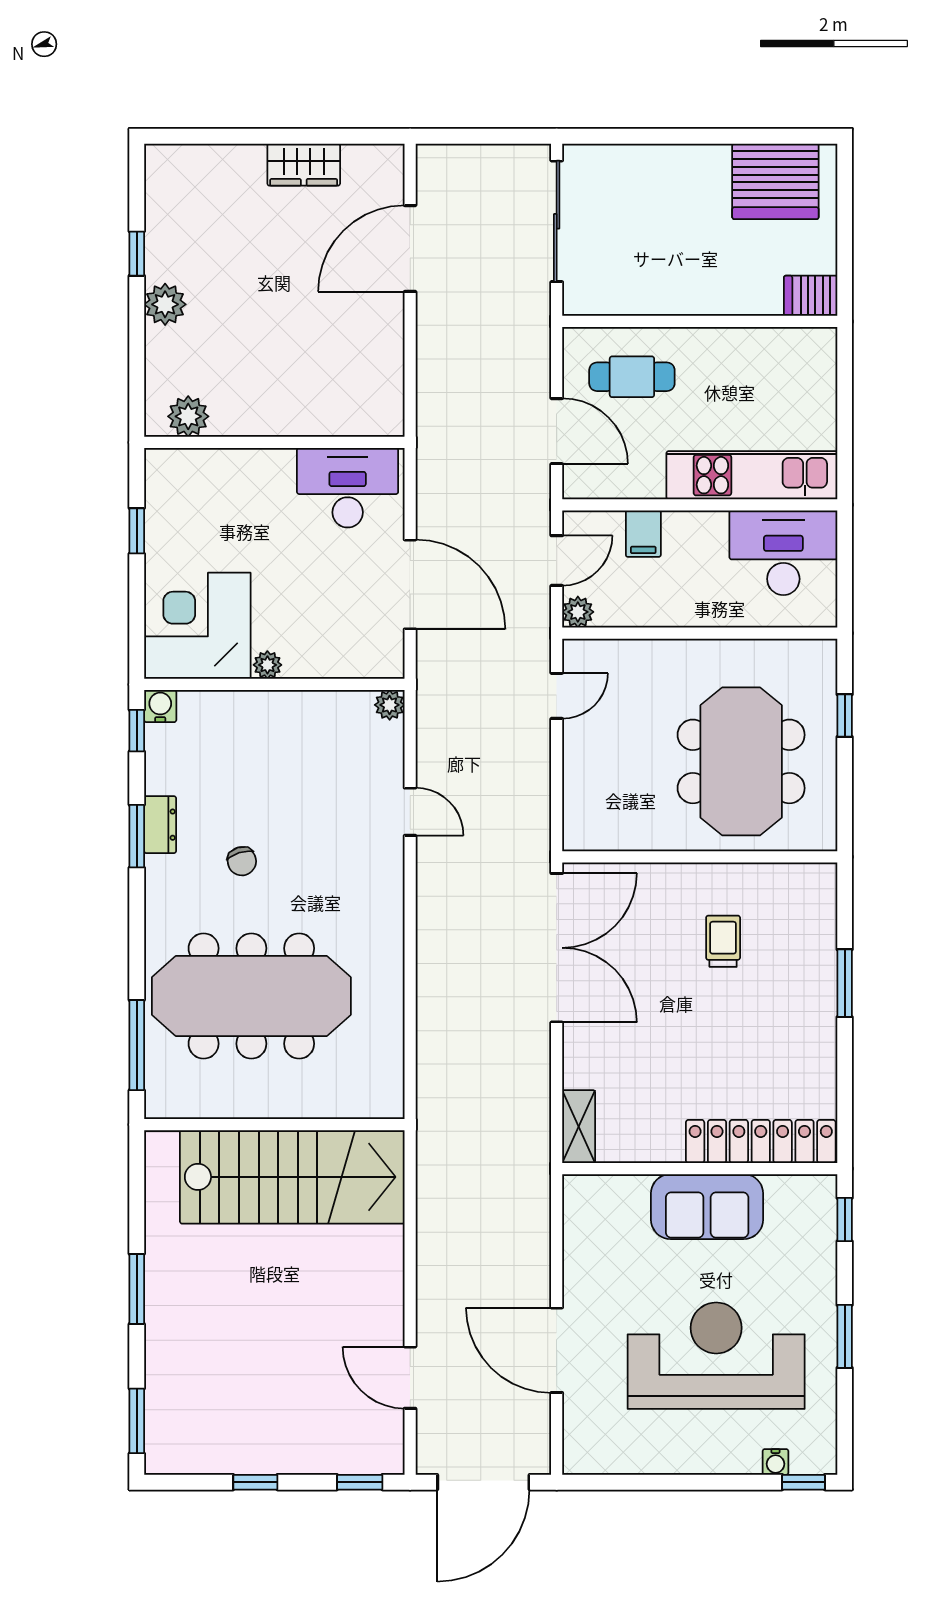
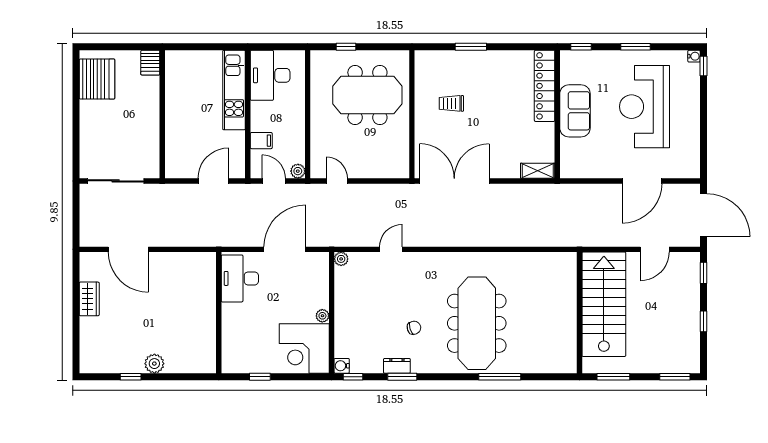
cafe table: (632, 377) -> (188, 146), removed
plant: (188, 416) -> (207, 353), removed
wall: (274, 1125) -> (579, 313), moved
stairs: (292, 1177) -> (604, 304), moved
water cooler: (776, 1462) -> (694, 56), moved

